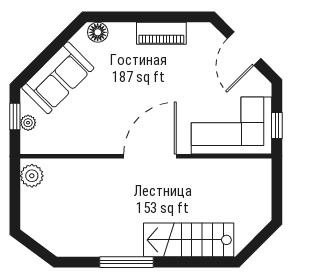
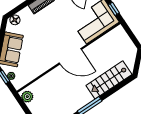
door: (150, 156) -> (70, 56), swing flipped

